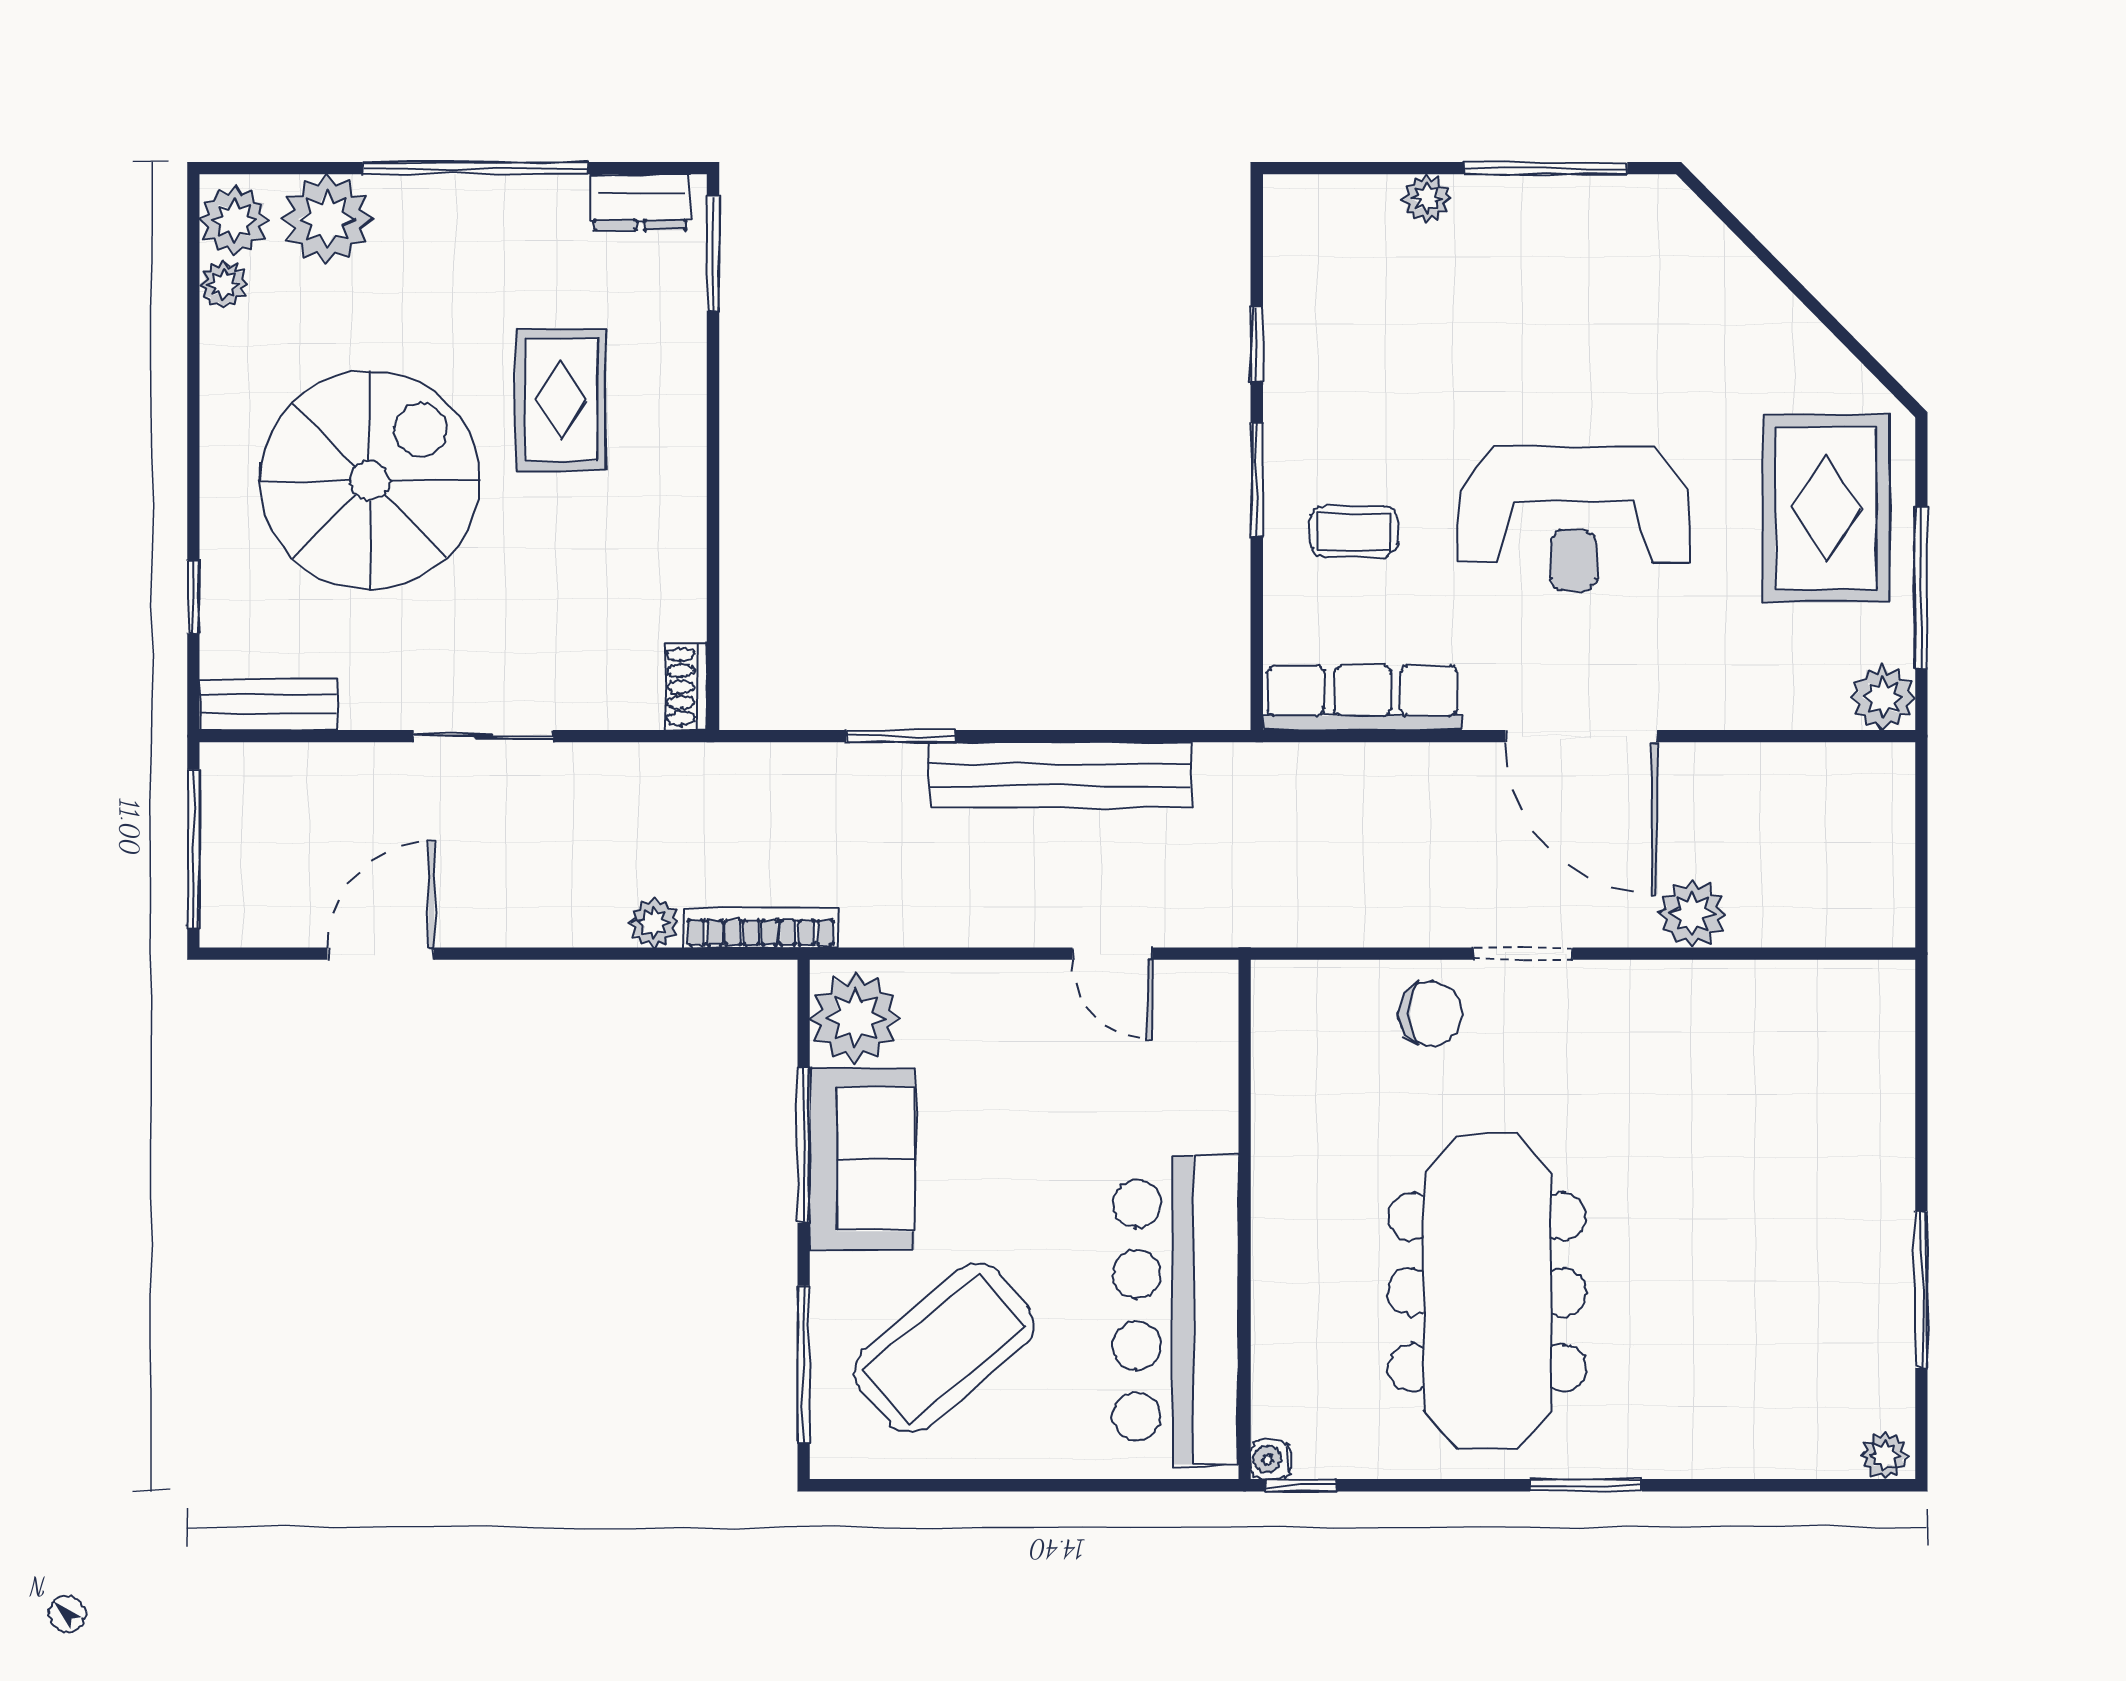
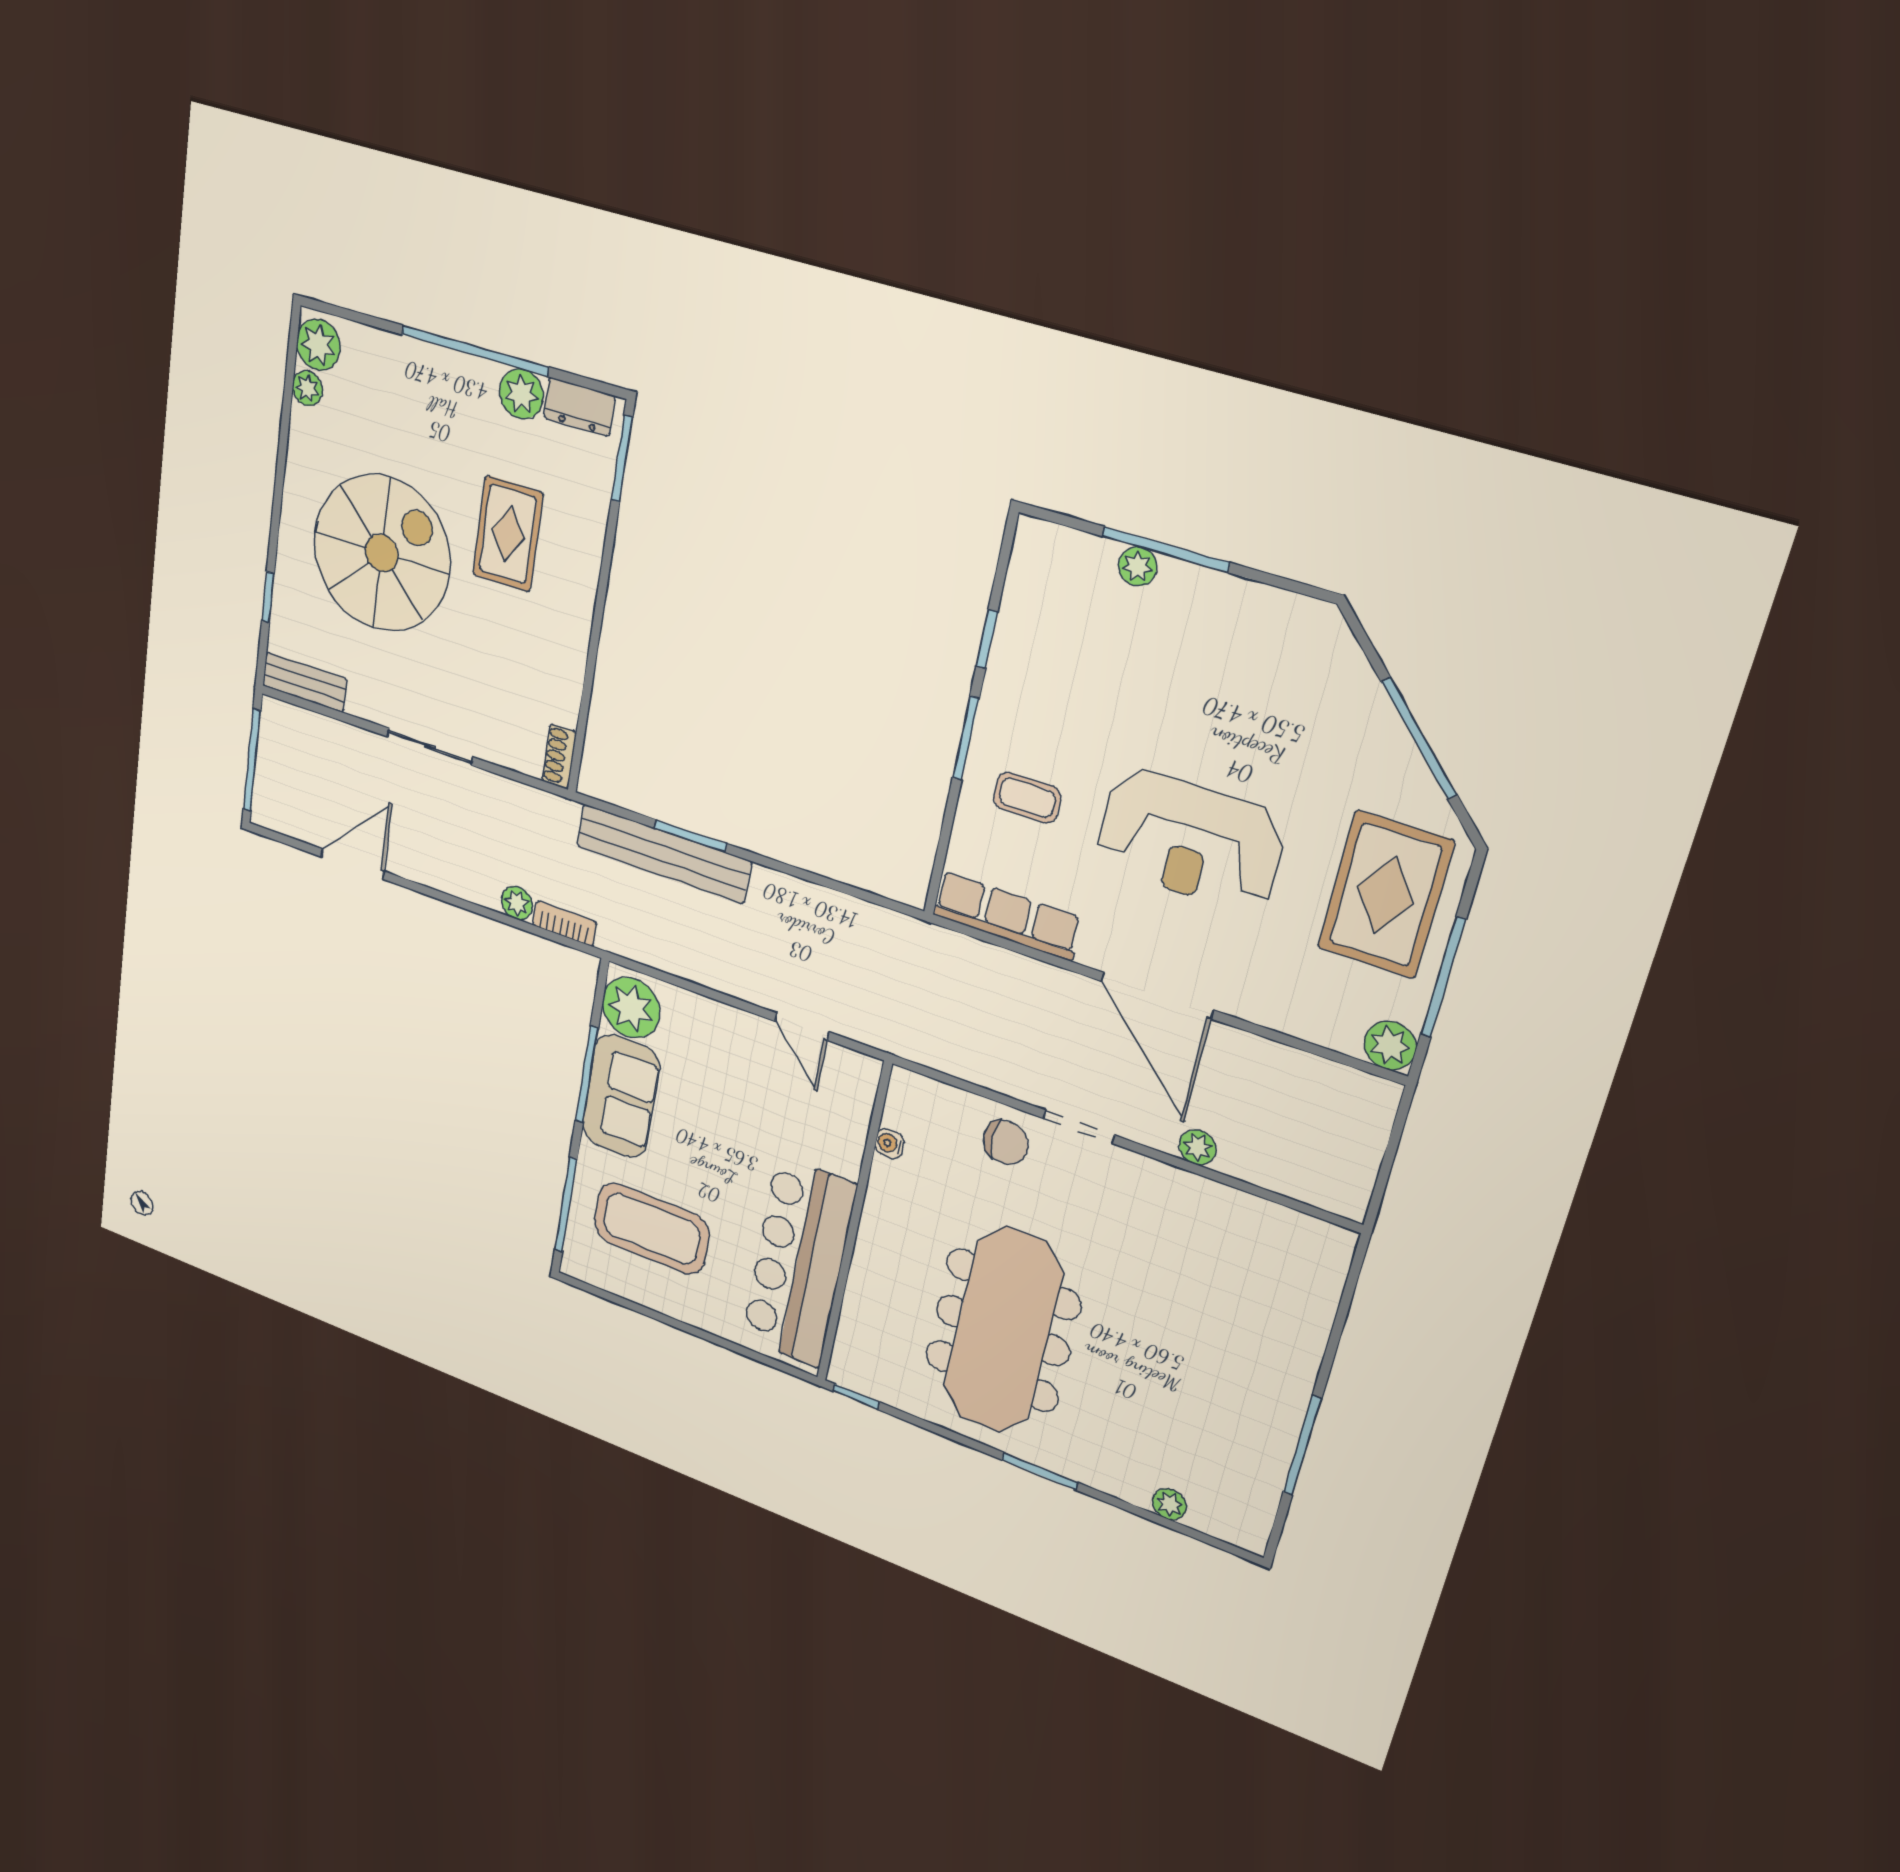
window: (1546, 168) -> (1166, 549), moved
plant: (327, 219) -> (521, 394), moved, width x0.73, depth x0.73
window: (1813, 305) -> (1419, 738), added
bench: (1061, 775) -> (663, 854), moved
plant: (1692, 914) -> (1198, 1147), width x0.73, depth x0.73
bookcase: (761, 928) -> (565, 924), width x0.64
coffee table: (944, 1348) -> (651, 1229), turned 40
plant: (1884, 1455) -> (1169, 1504), moved
water cooler: (1271, 1459) -> (889, 1144), moved

